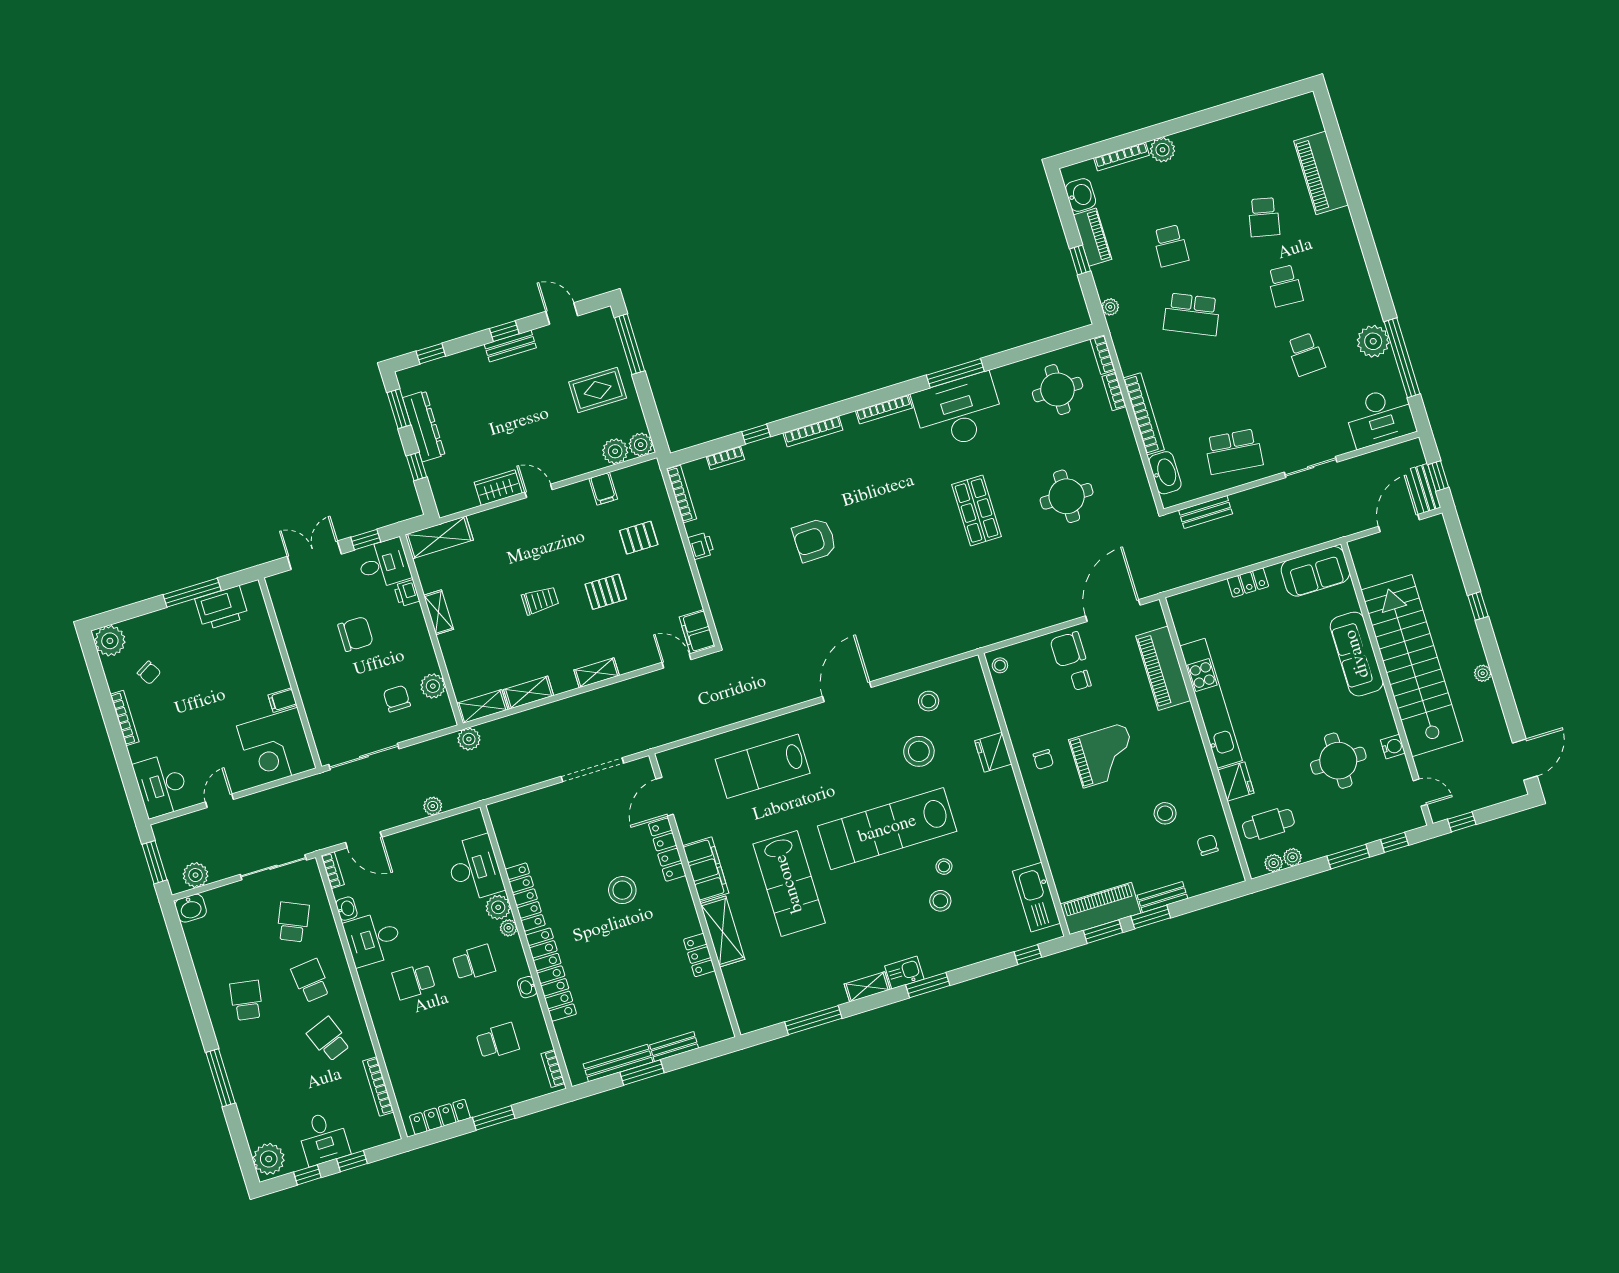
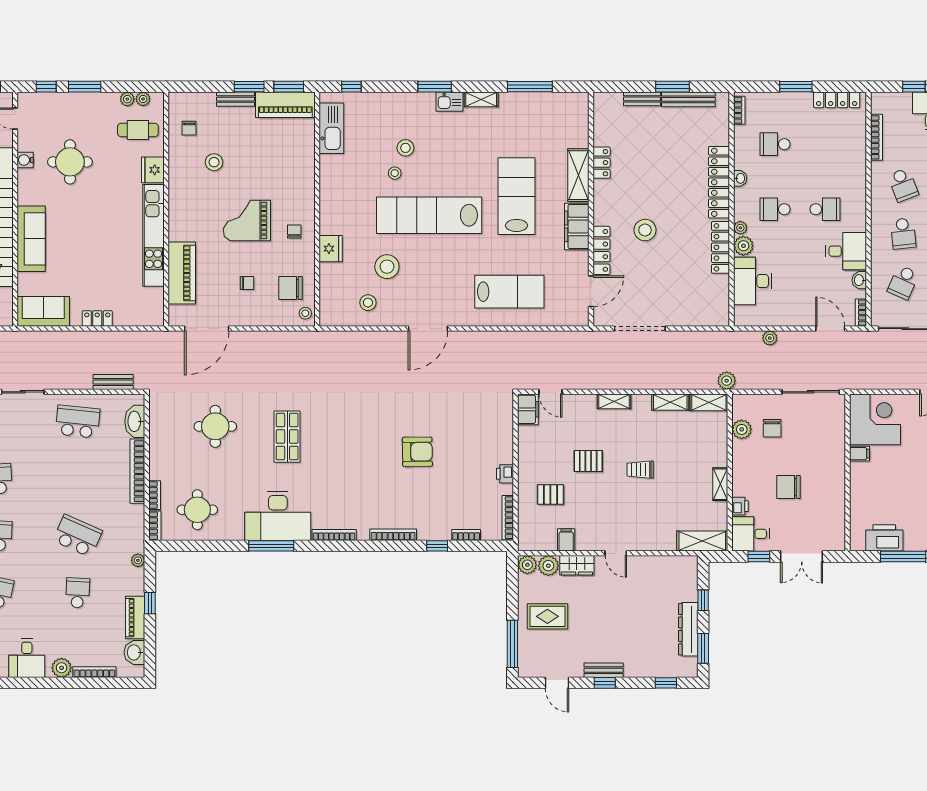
desk: (1208, 148) -> (27, 658), added
wardrobe: (498, 488) -> (577, 565), moved
chair: (1068, 649) -> (290, 288), moved, turned 180
lab bench: (887, 829) -> (429, 215), turned 180

